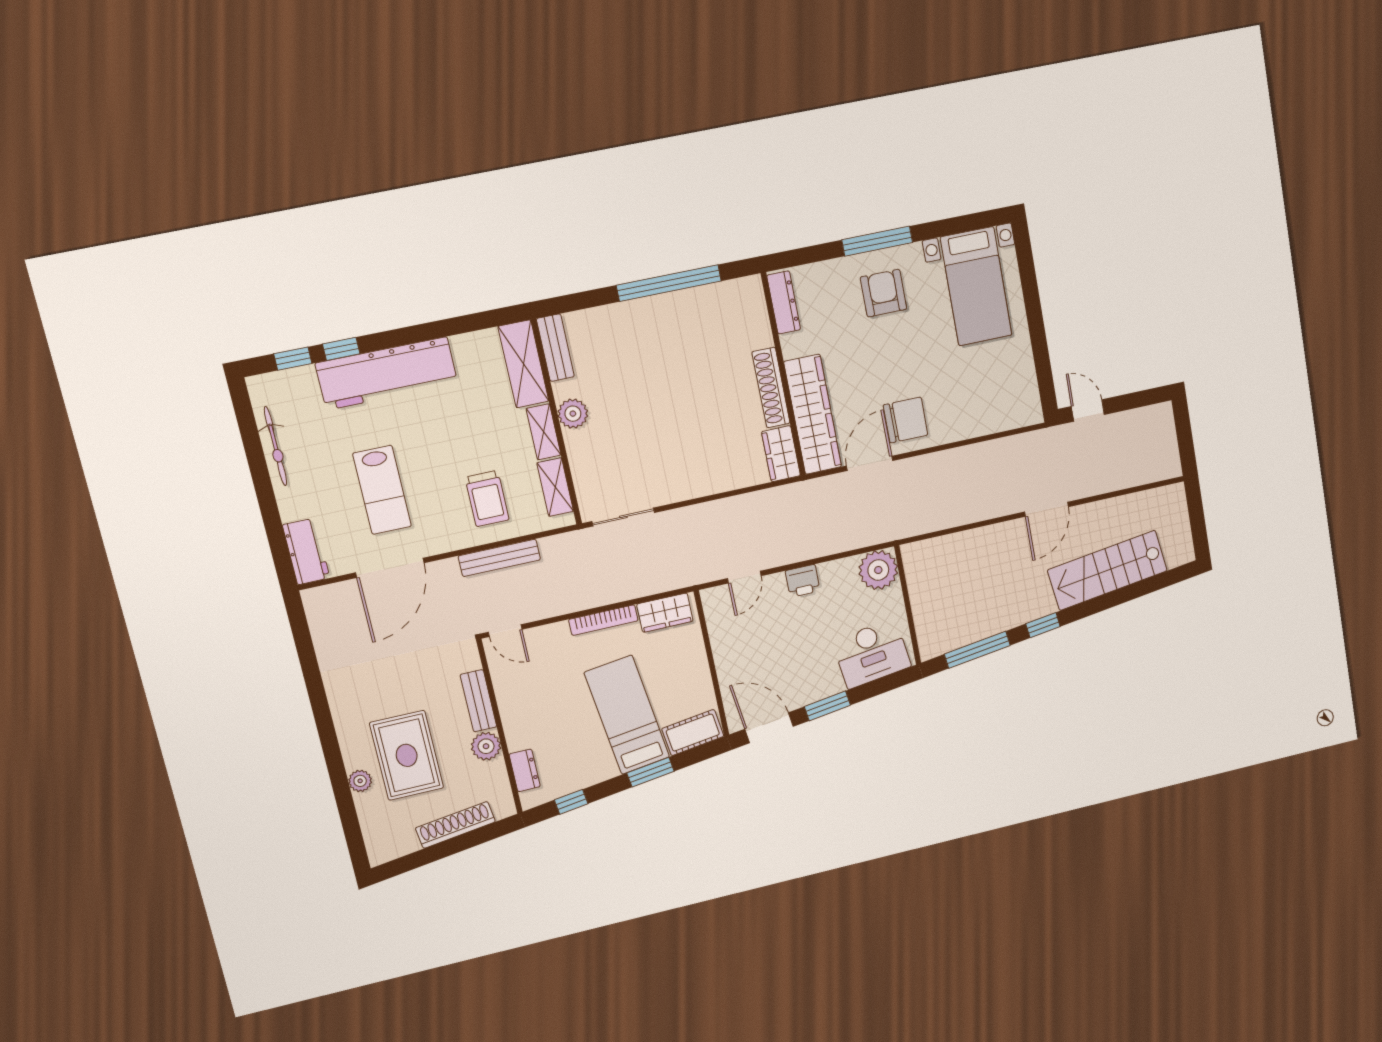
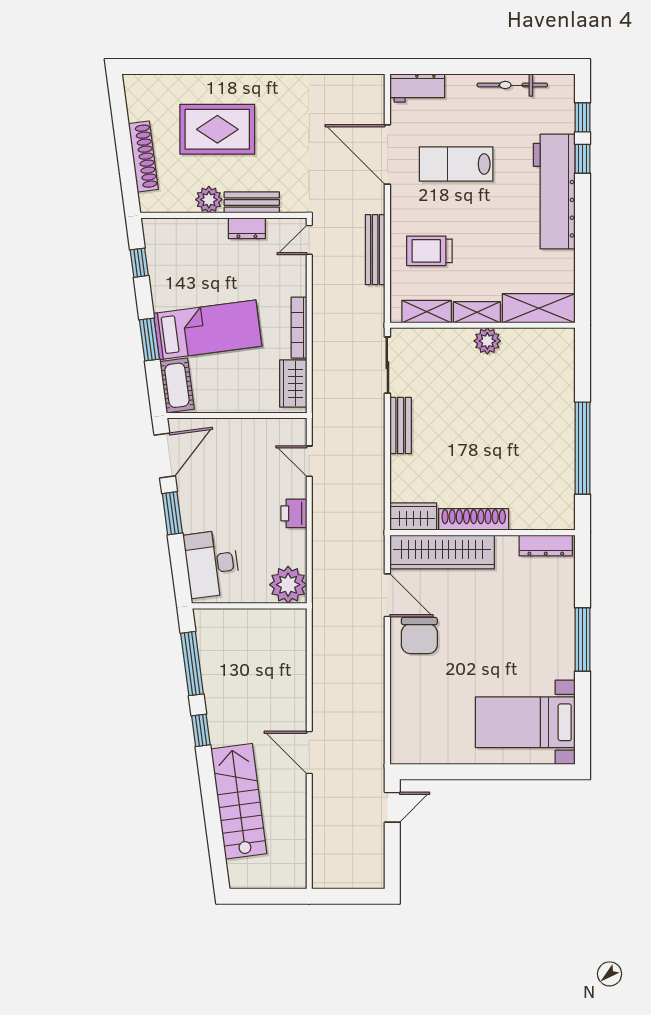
armchair: (883, 293) -> (536, 637), removed
bench: (555, 348) -> (401, 425), moved, turned 90
dresser: (525, 770) -> (247, 228), moved
plant: (360, 781) -> (204, 84), removed

